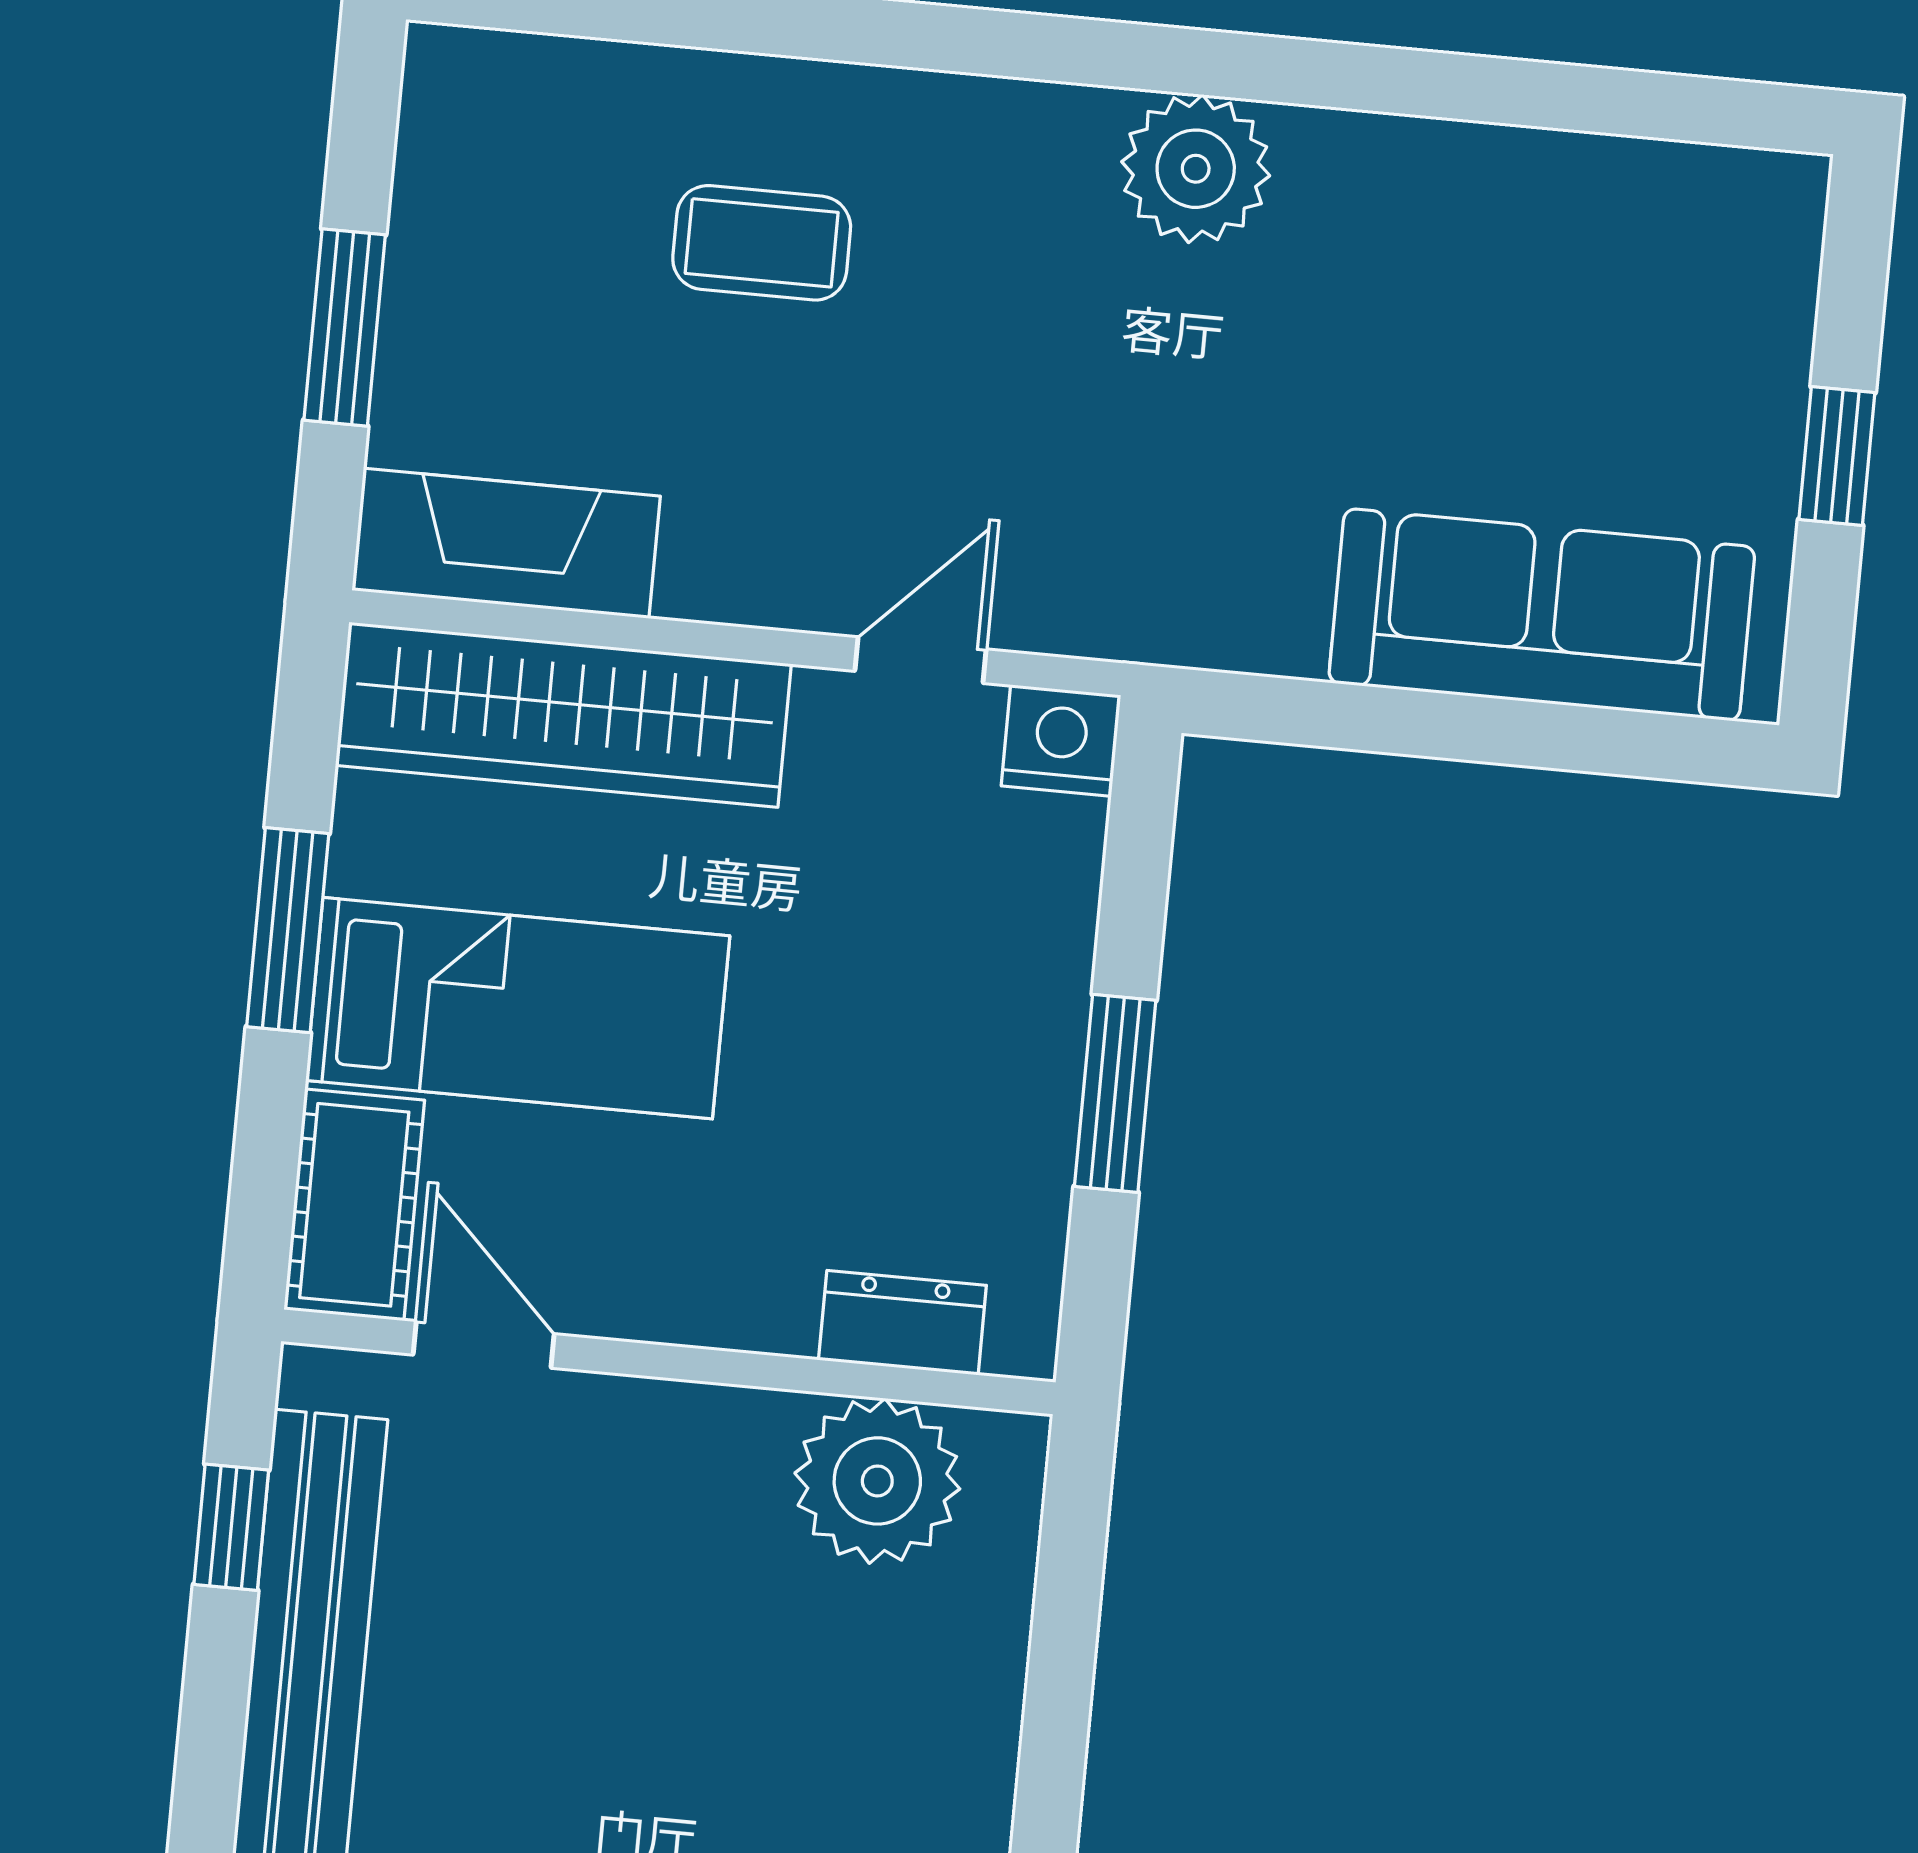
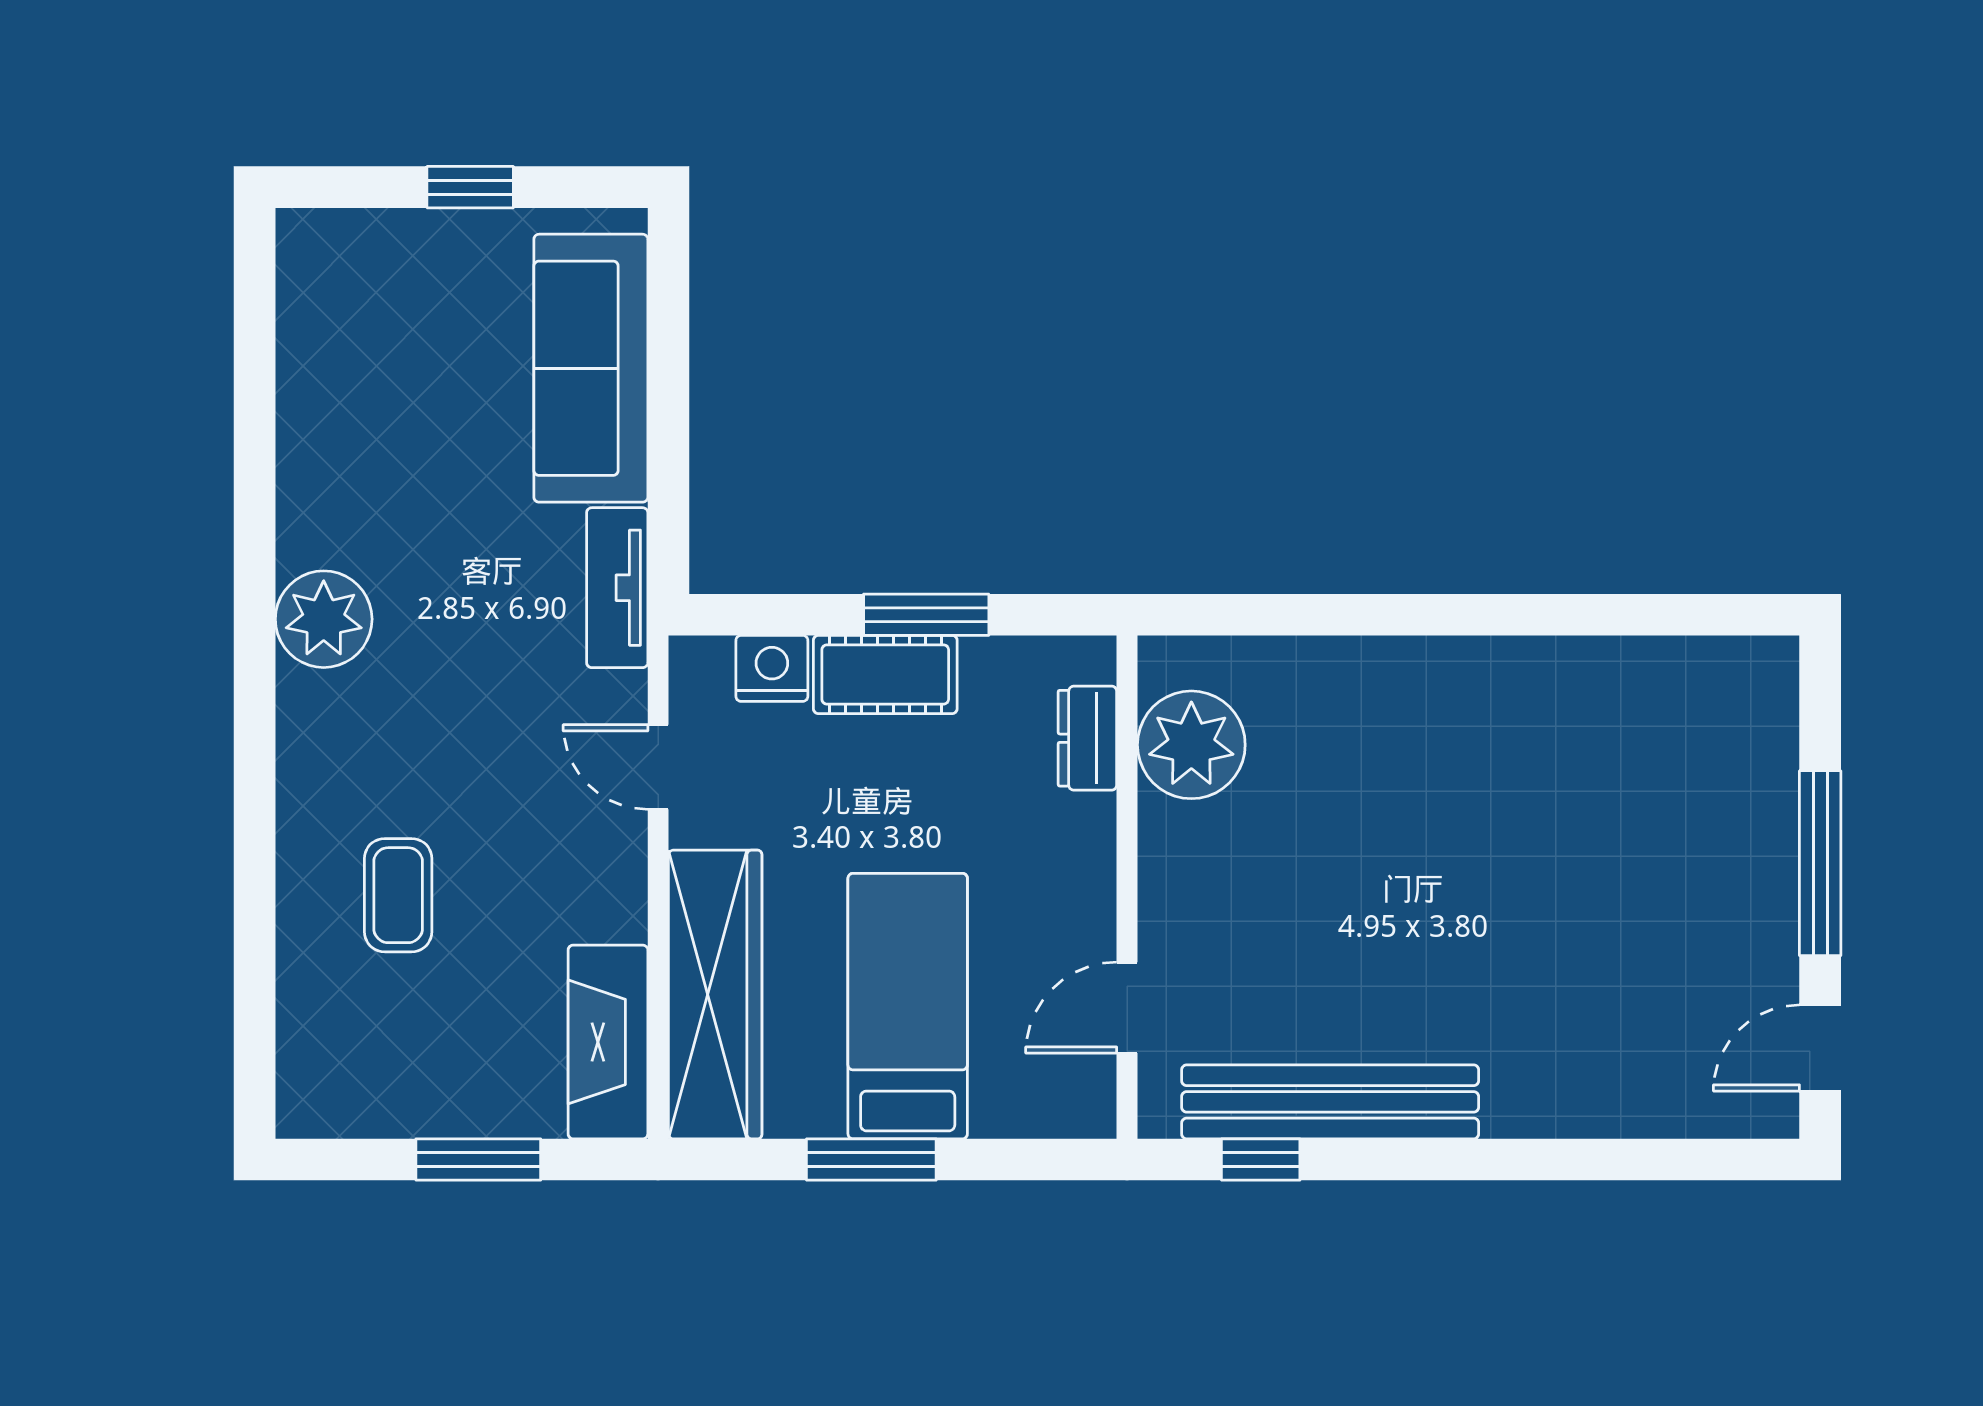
tv unit: (1201, 623) -> (617, 588), added
nightstand: (1061, 741) -> (772, 668), moved, turned 90
cot: (354, 1205) -> (885, 674), moved

